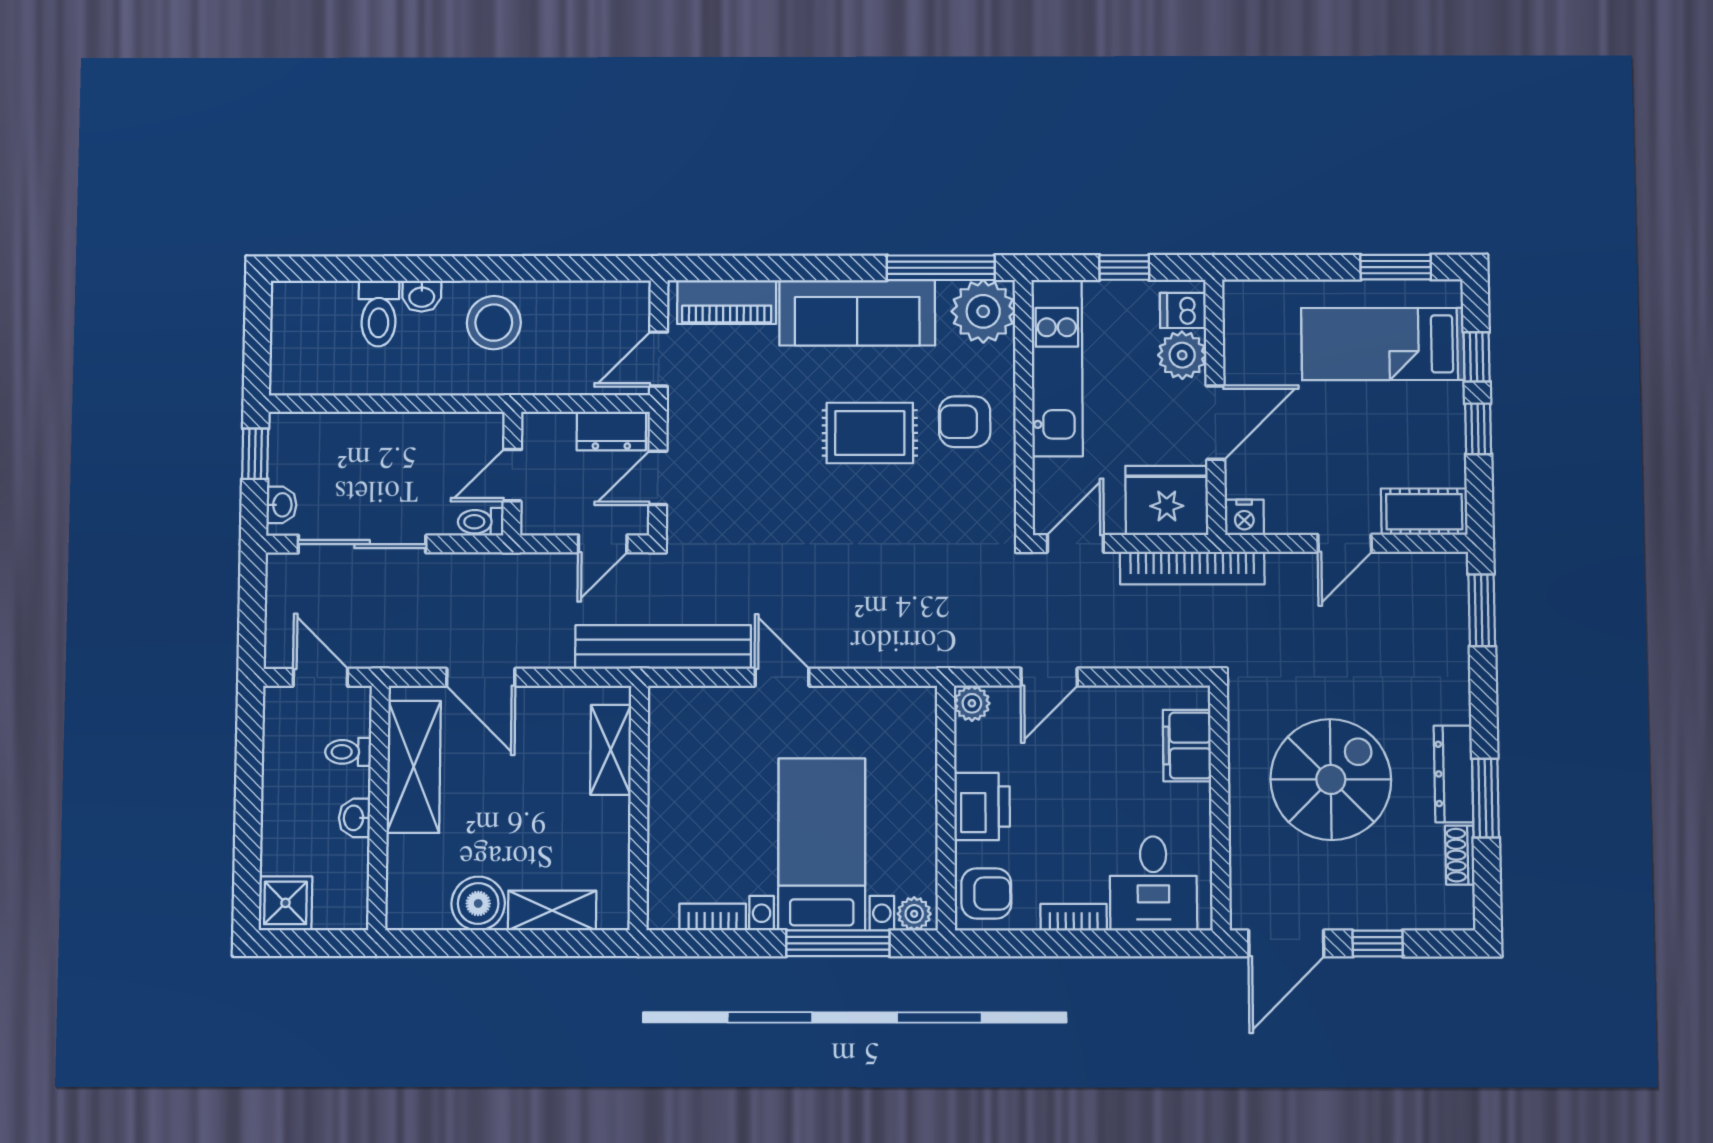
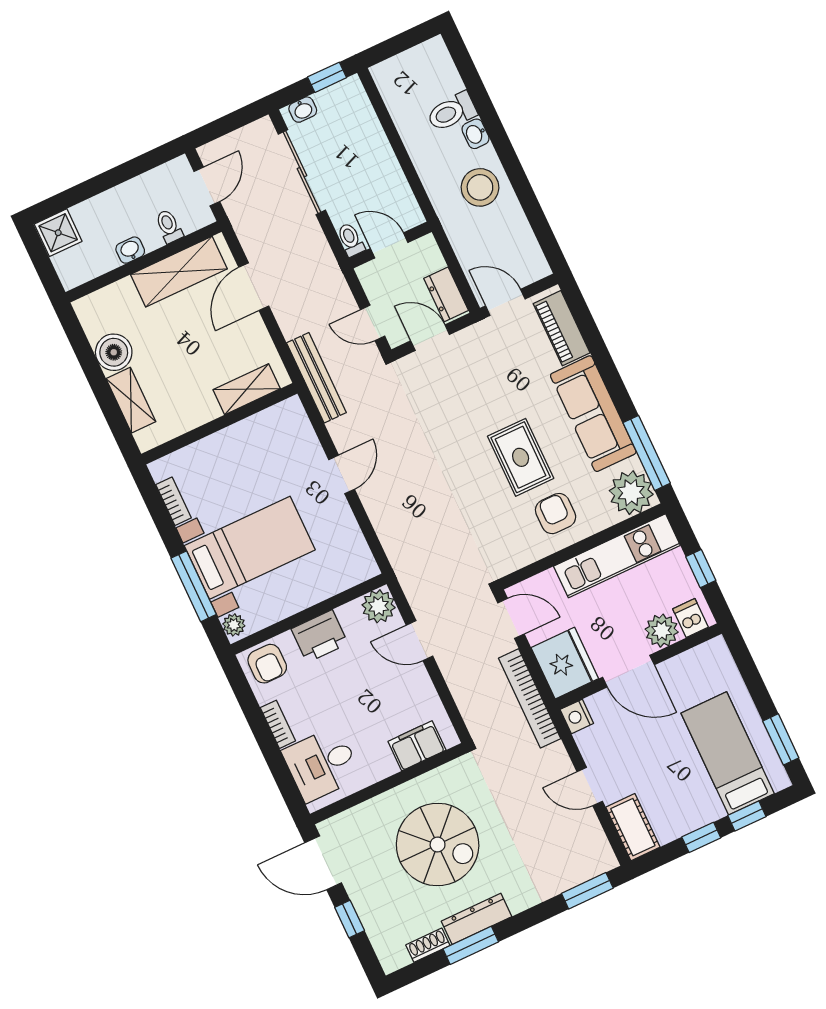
bench: (663, 647) -> (316, 378), width x0.73, depth x0.82
plant: (972, 703) -> (379, 606), width x1.38, depth x1.38

